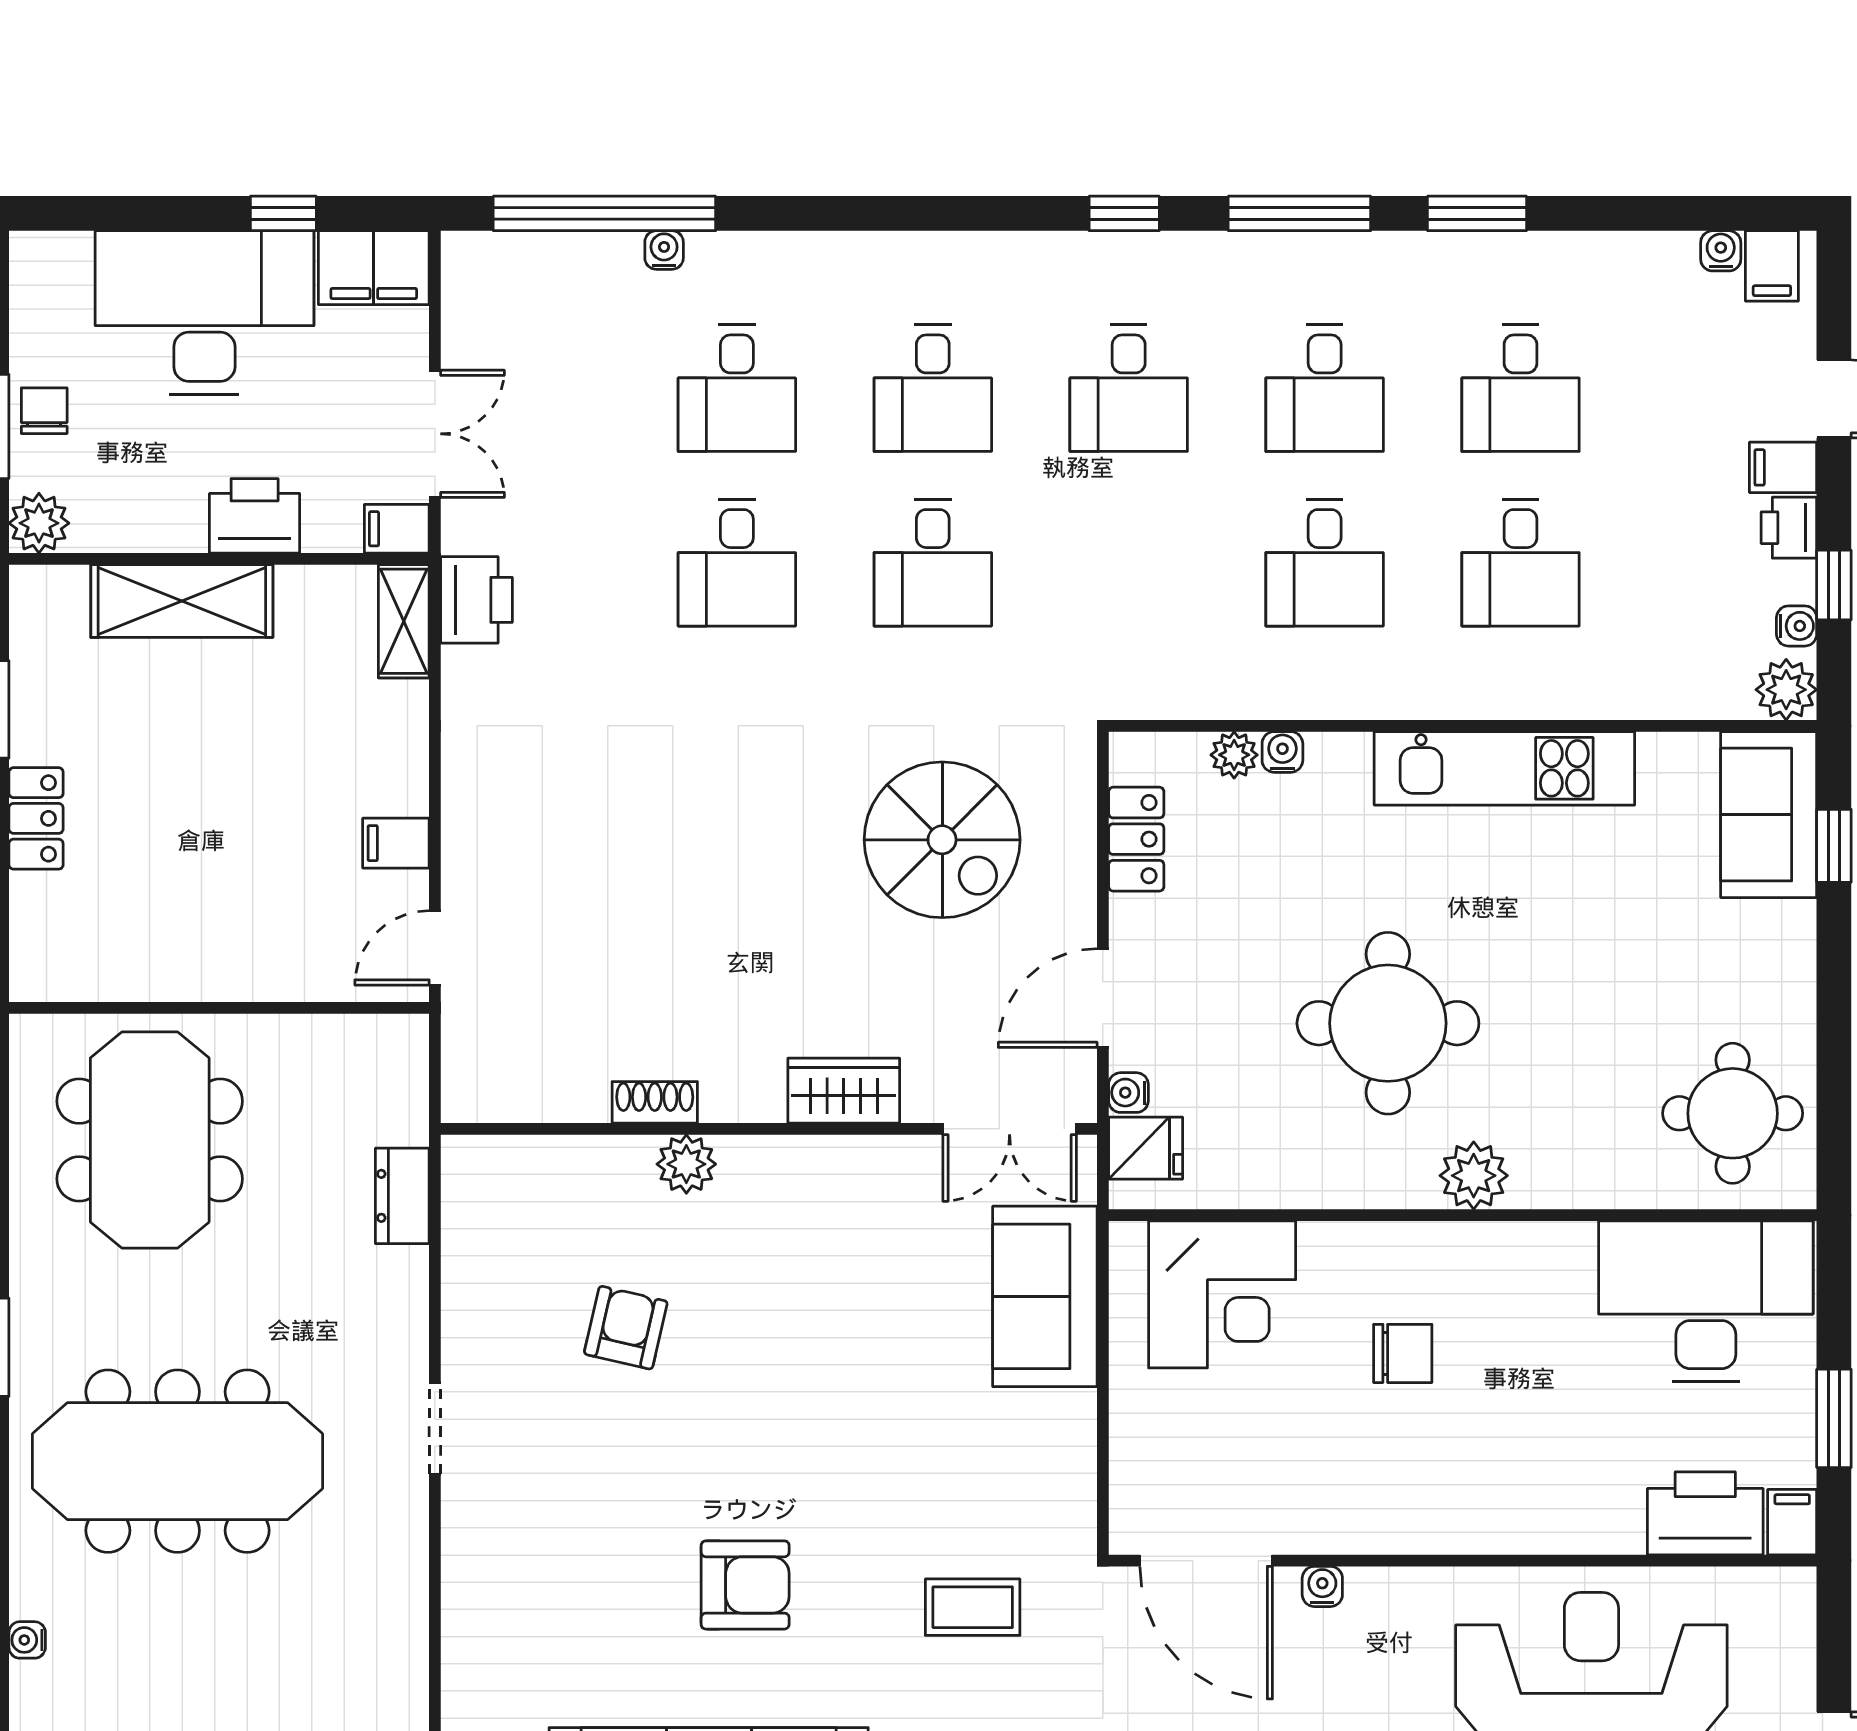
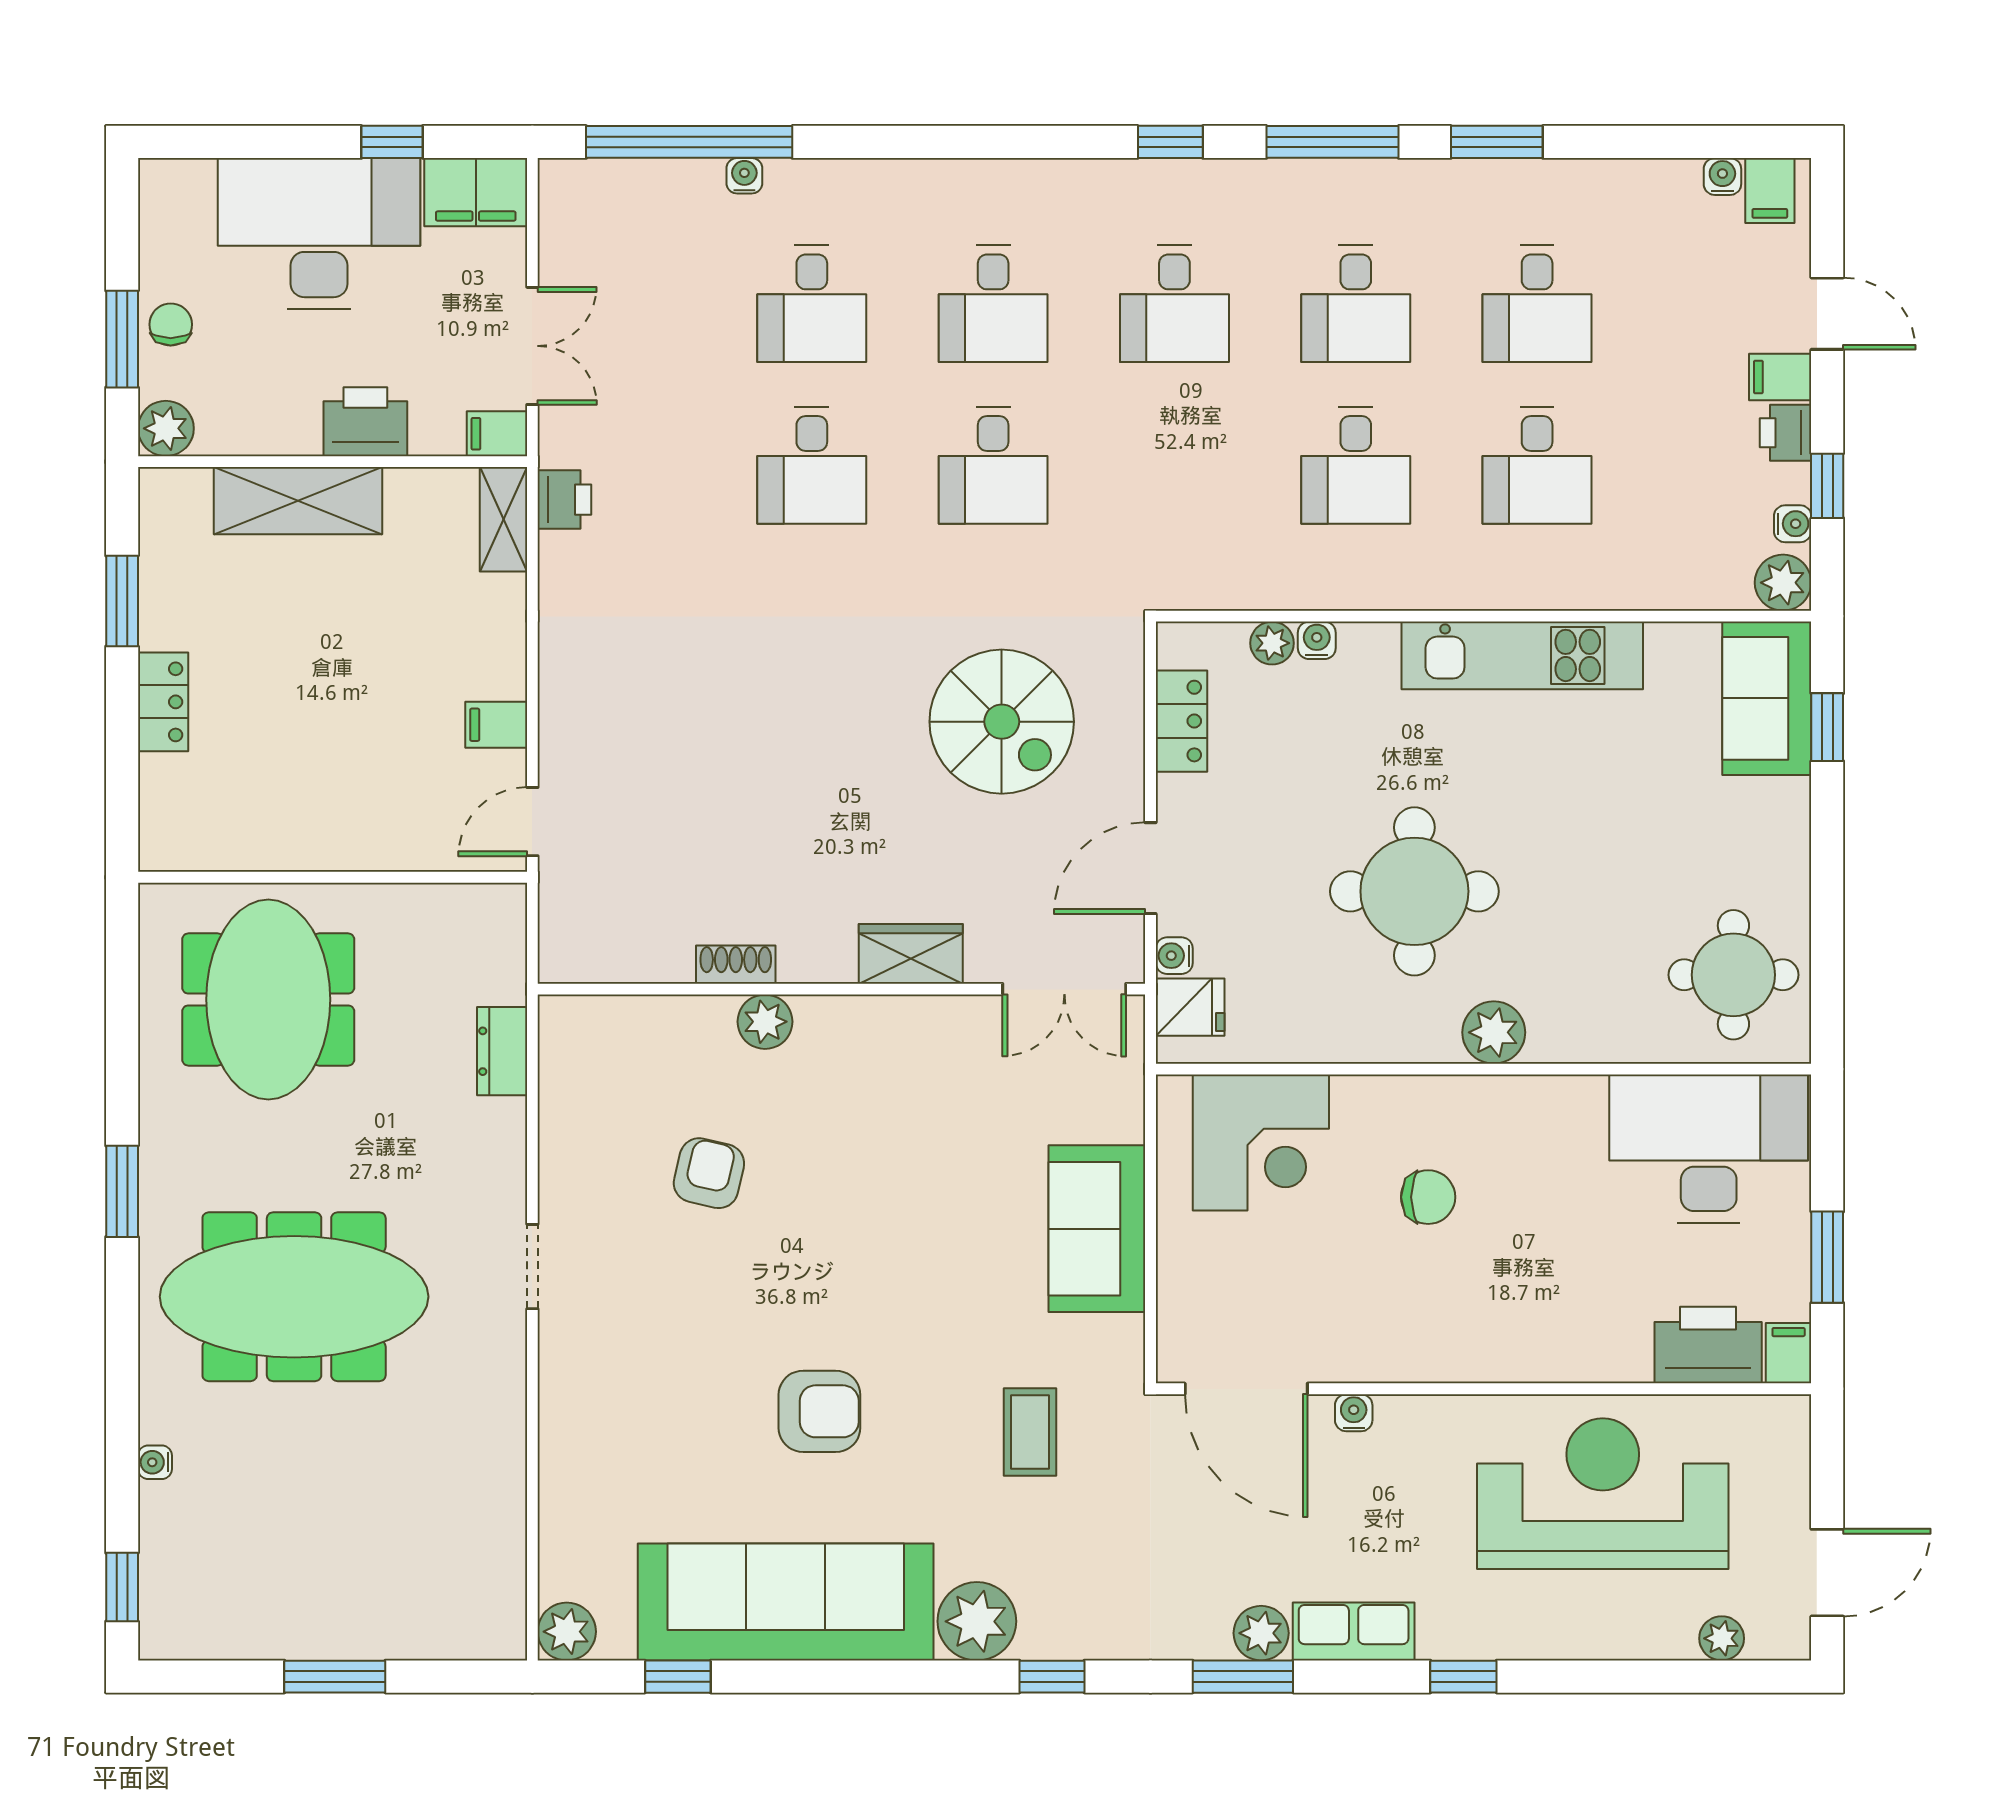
printer: (477, 600) -> (564, 500), width x0.73, depth x0.81
sofa: (1045, 1296) -> (1097, 1229), moved
coffee table: (973, 1607) -> (1030, 1432), turned 90

